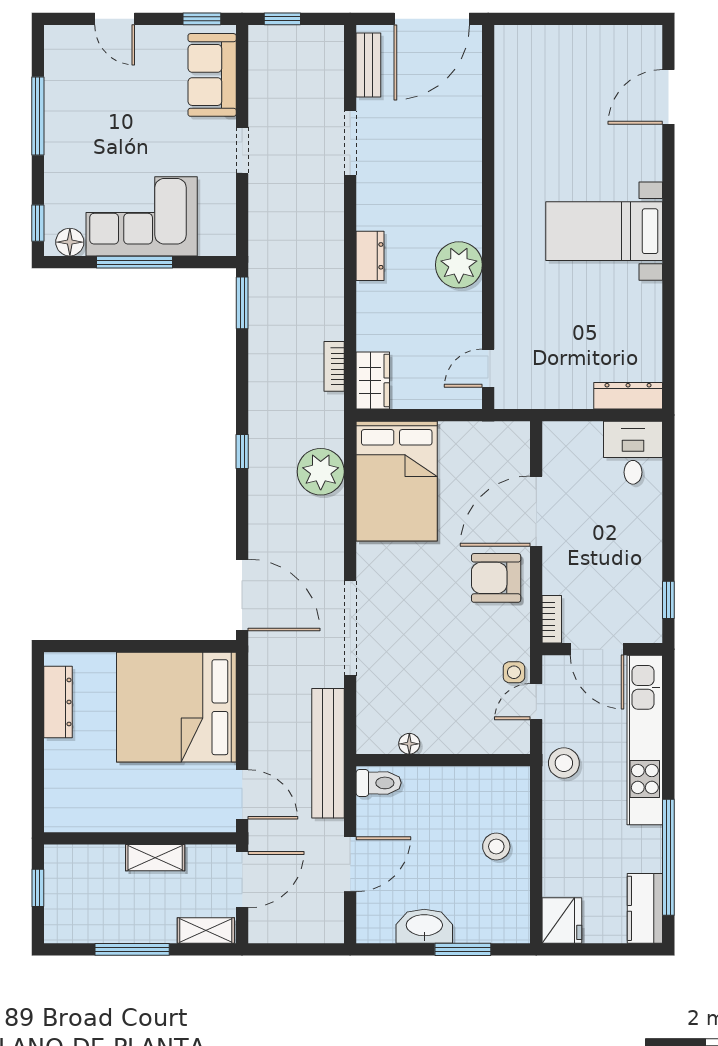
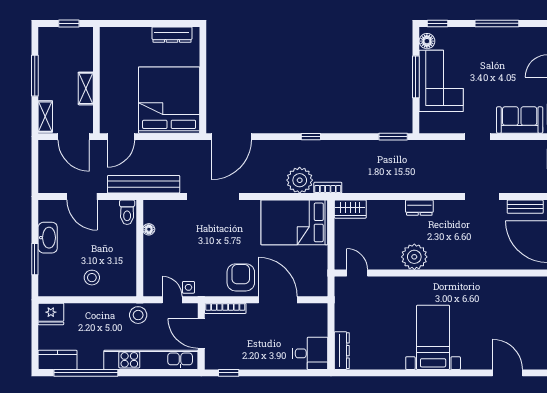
bookcase: (334, 366) -> (328, 188), moved
bookcase: (552, 619) -> (225, 308), width x1.56
door: (597, 649) -> (201, 333), hinge flipped

